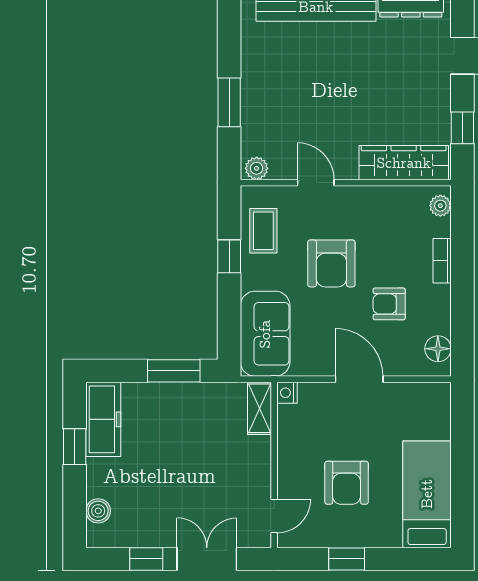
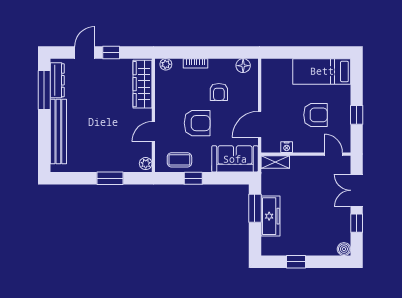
window: (462, 128) -> (111, 52), moved
door: (359, 379) -> (260, 124), moved
nightstand: (287, 393) -> (287, 147), moved
freezer: (103, 419) -> (270, 216), moved, turned 90
boiler: (98, 511) -> (344, 249), moved

